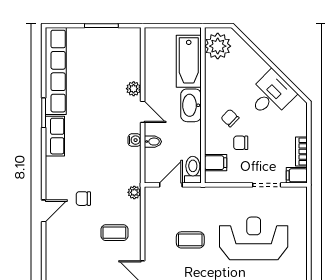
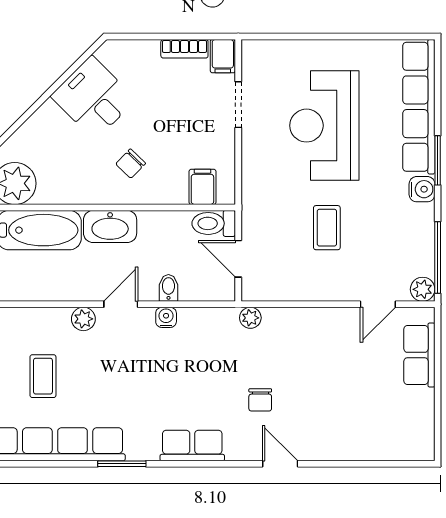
row of seats: (55, 136) -> (192, 446), moved
chair: (241, 143) -> (170, 146), removed
coffee table: (114, 233) -> (43, 376), moved

